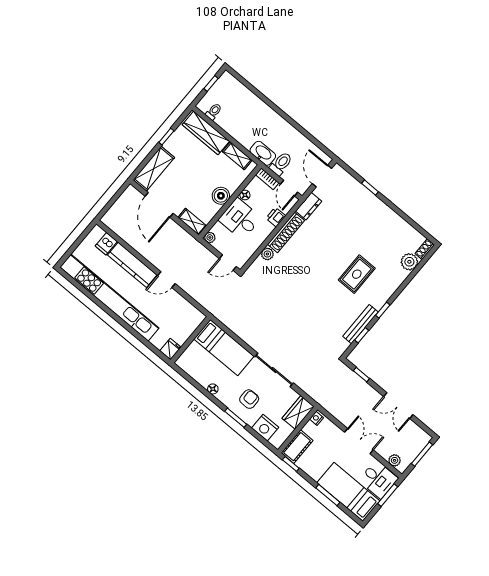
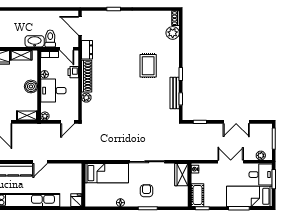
nightstand: (265, 428) -> (170, 200), removed

